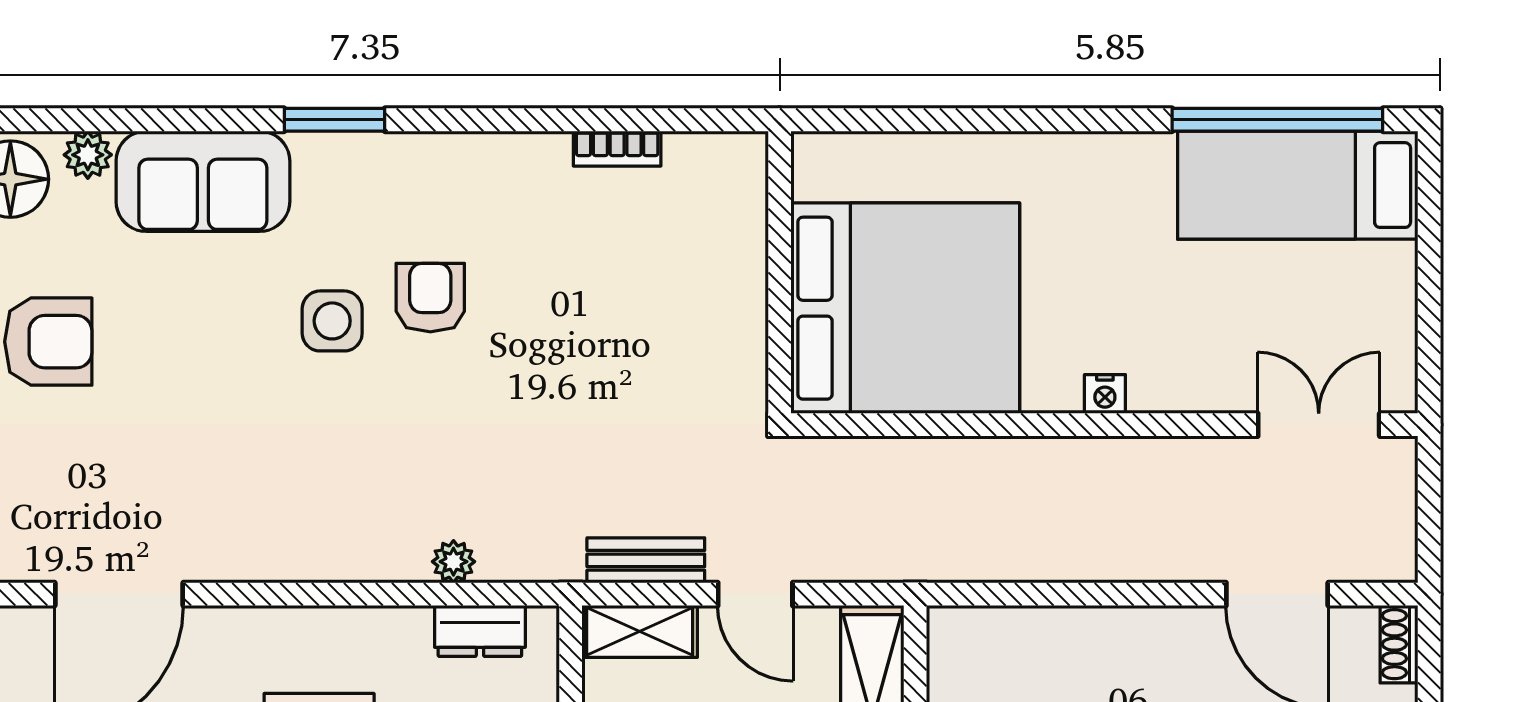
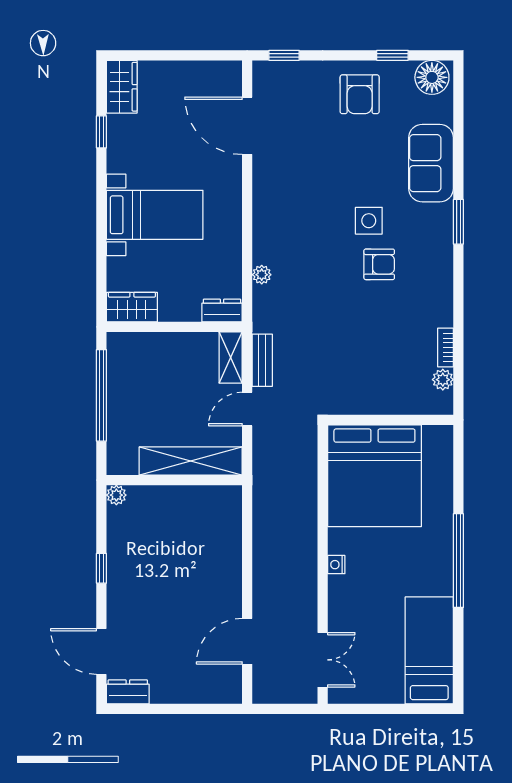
window: (1277, 120) -> (458, 561), moved
plant: (88, 155) -> (443, 380), moved
dresser: (480, 631) -> (222, 310), moved, turned 90
shoe rack: (1399, 644) -> (225, 695), removed

